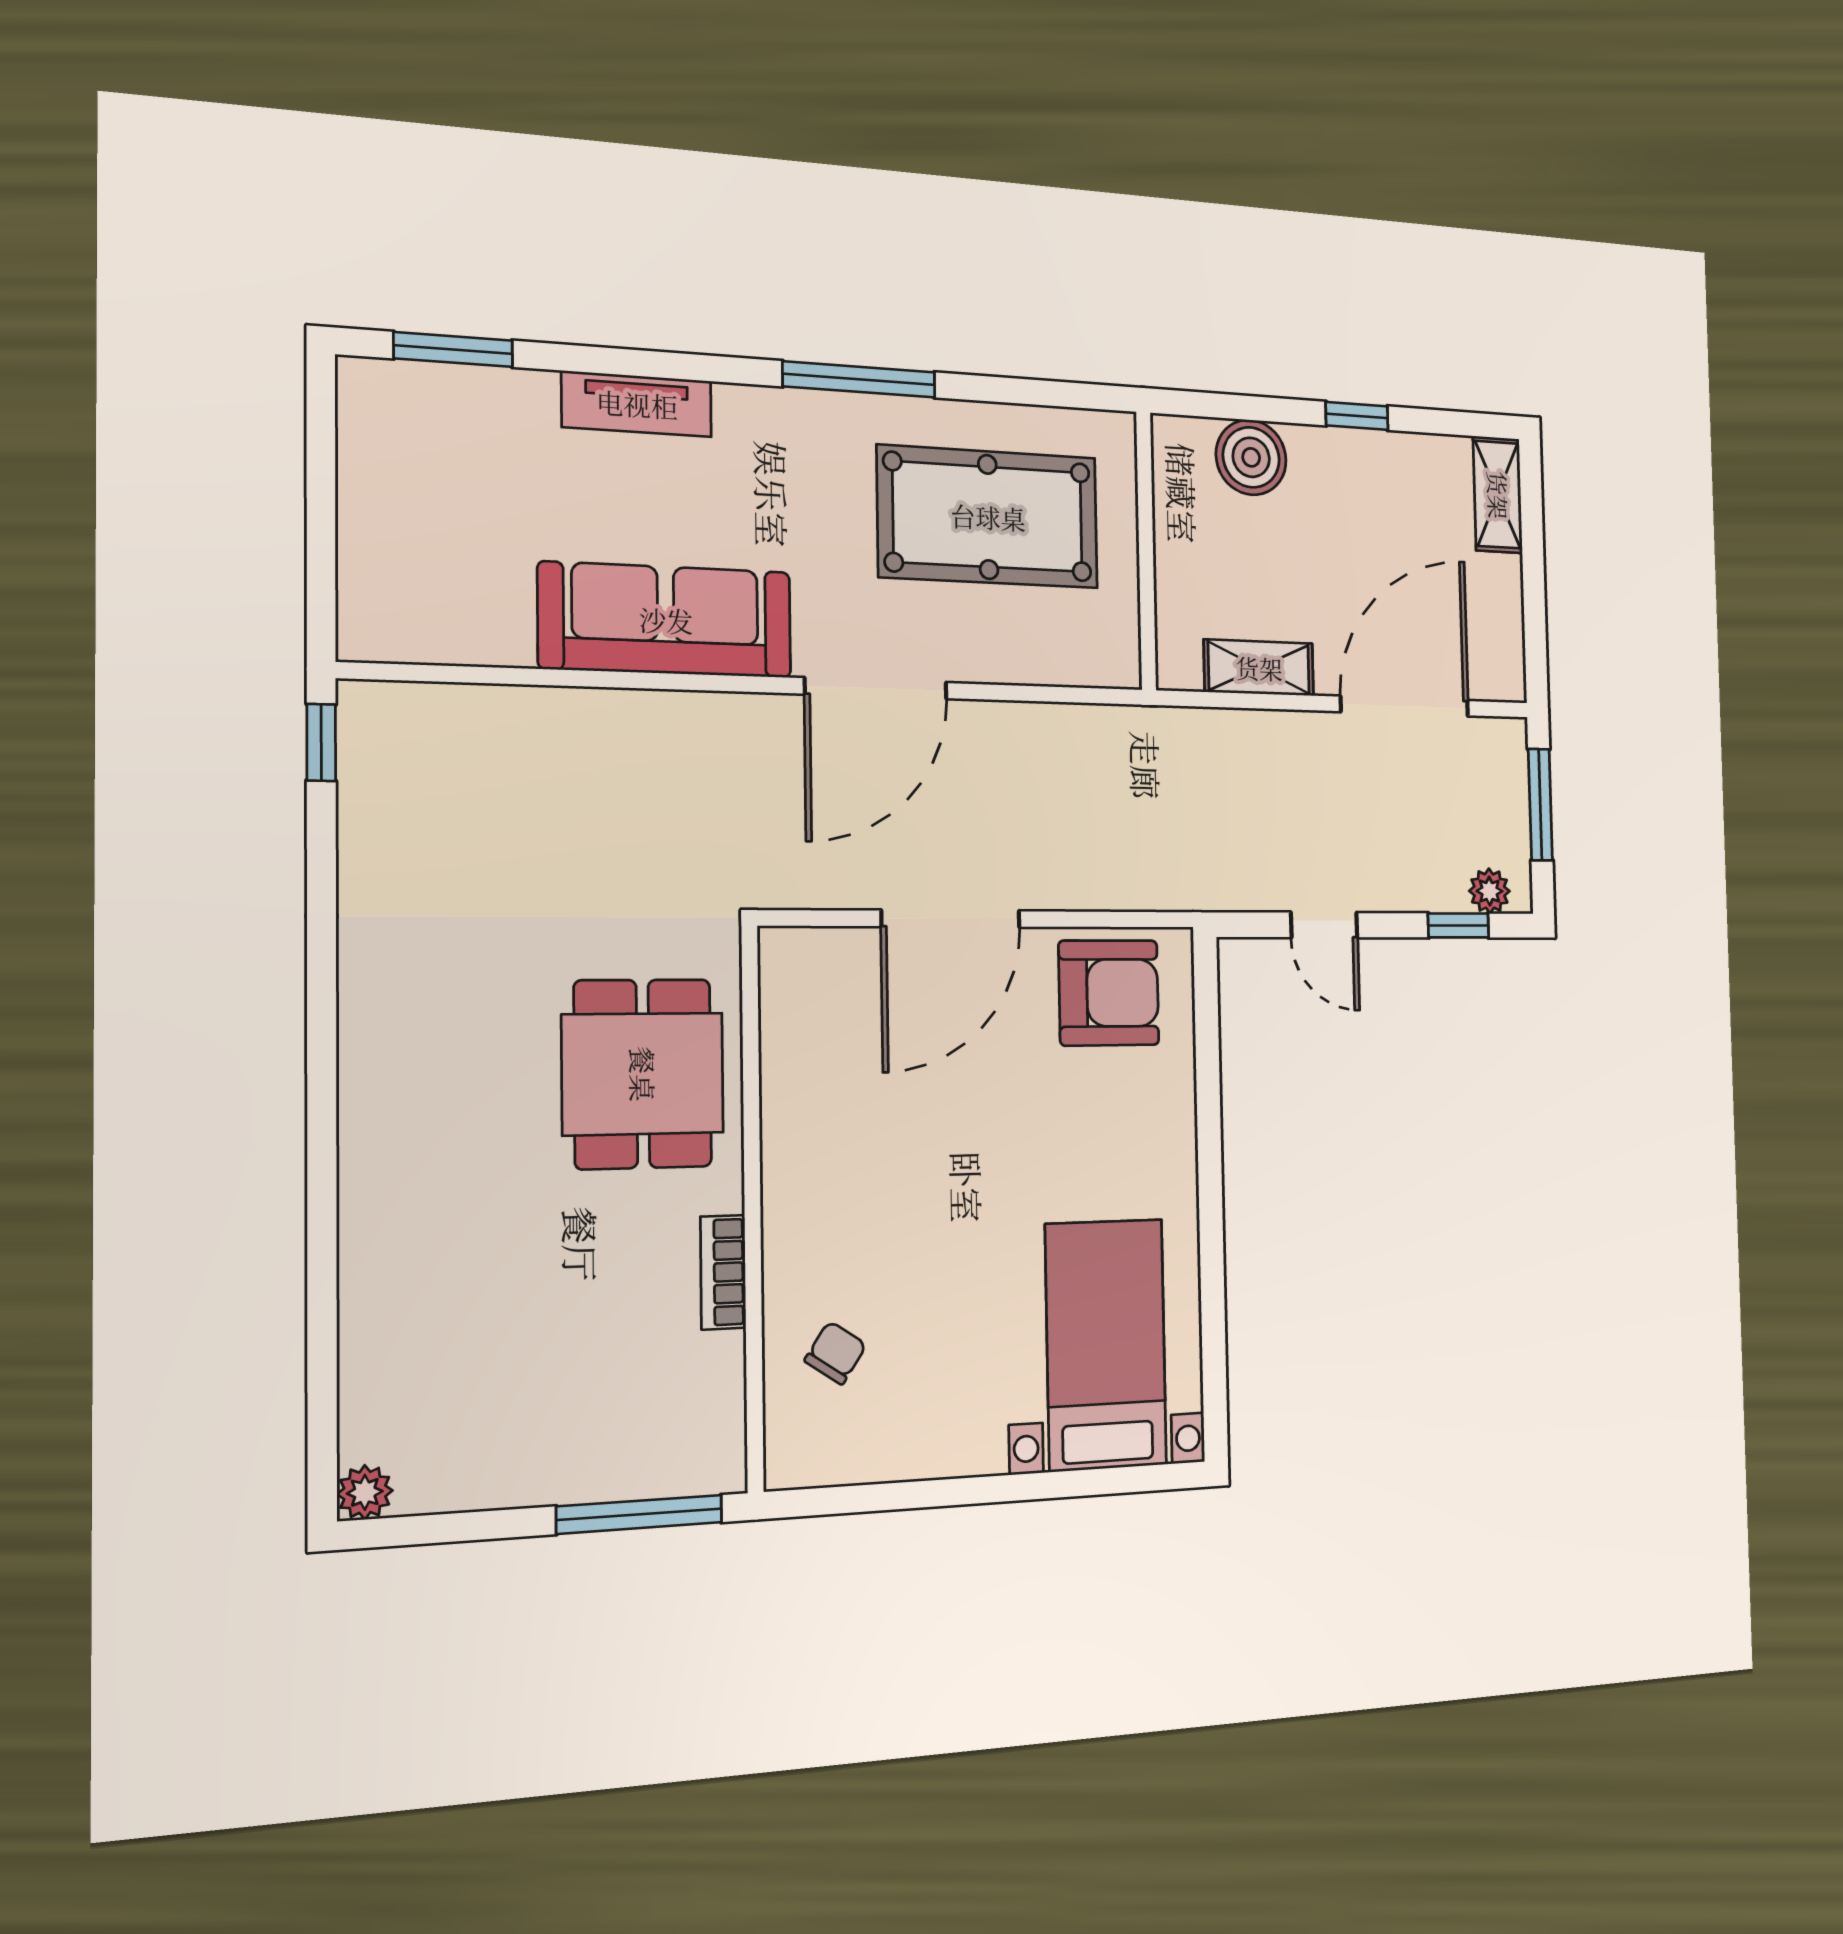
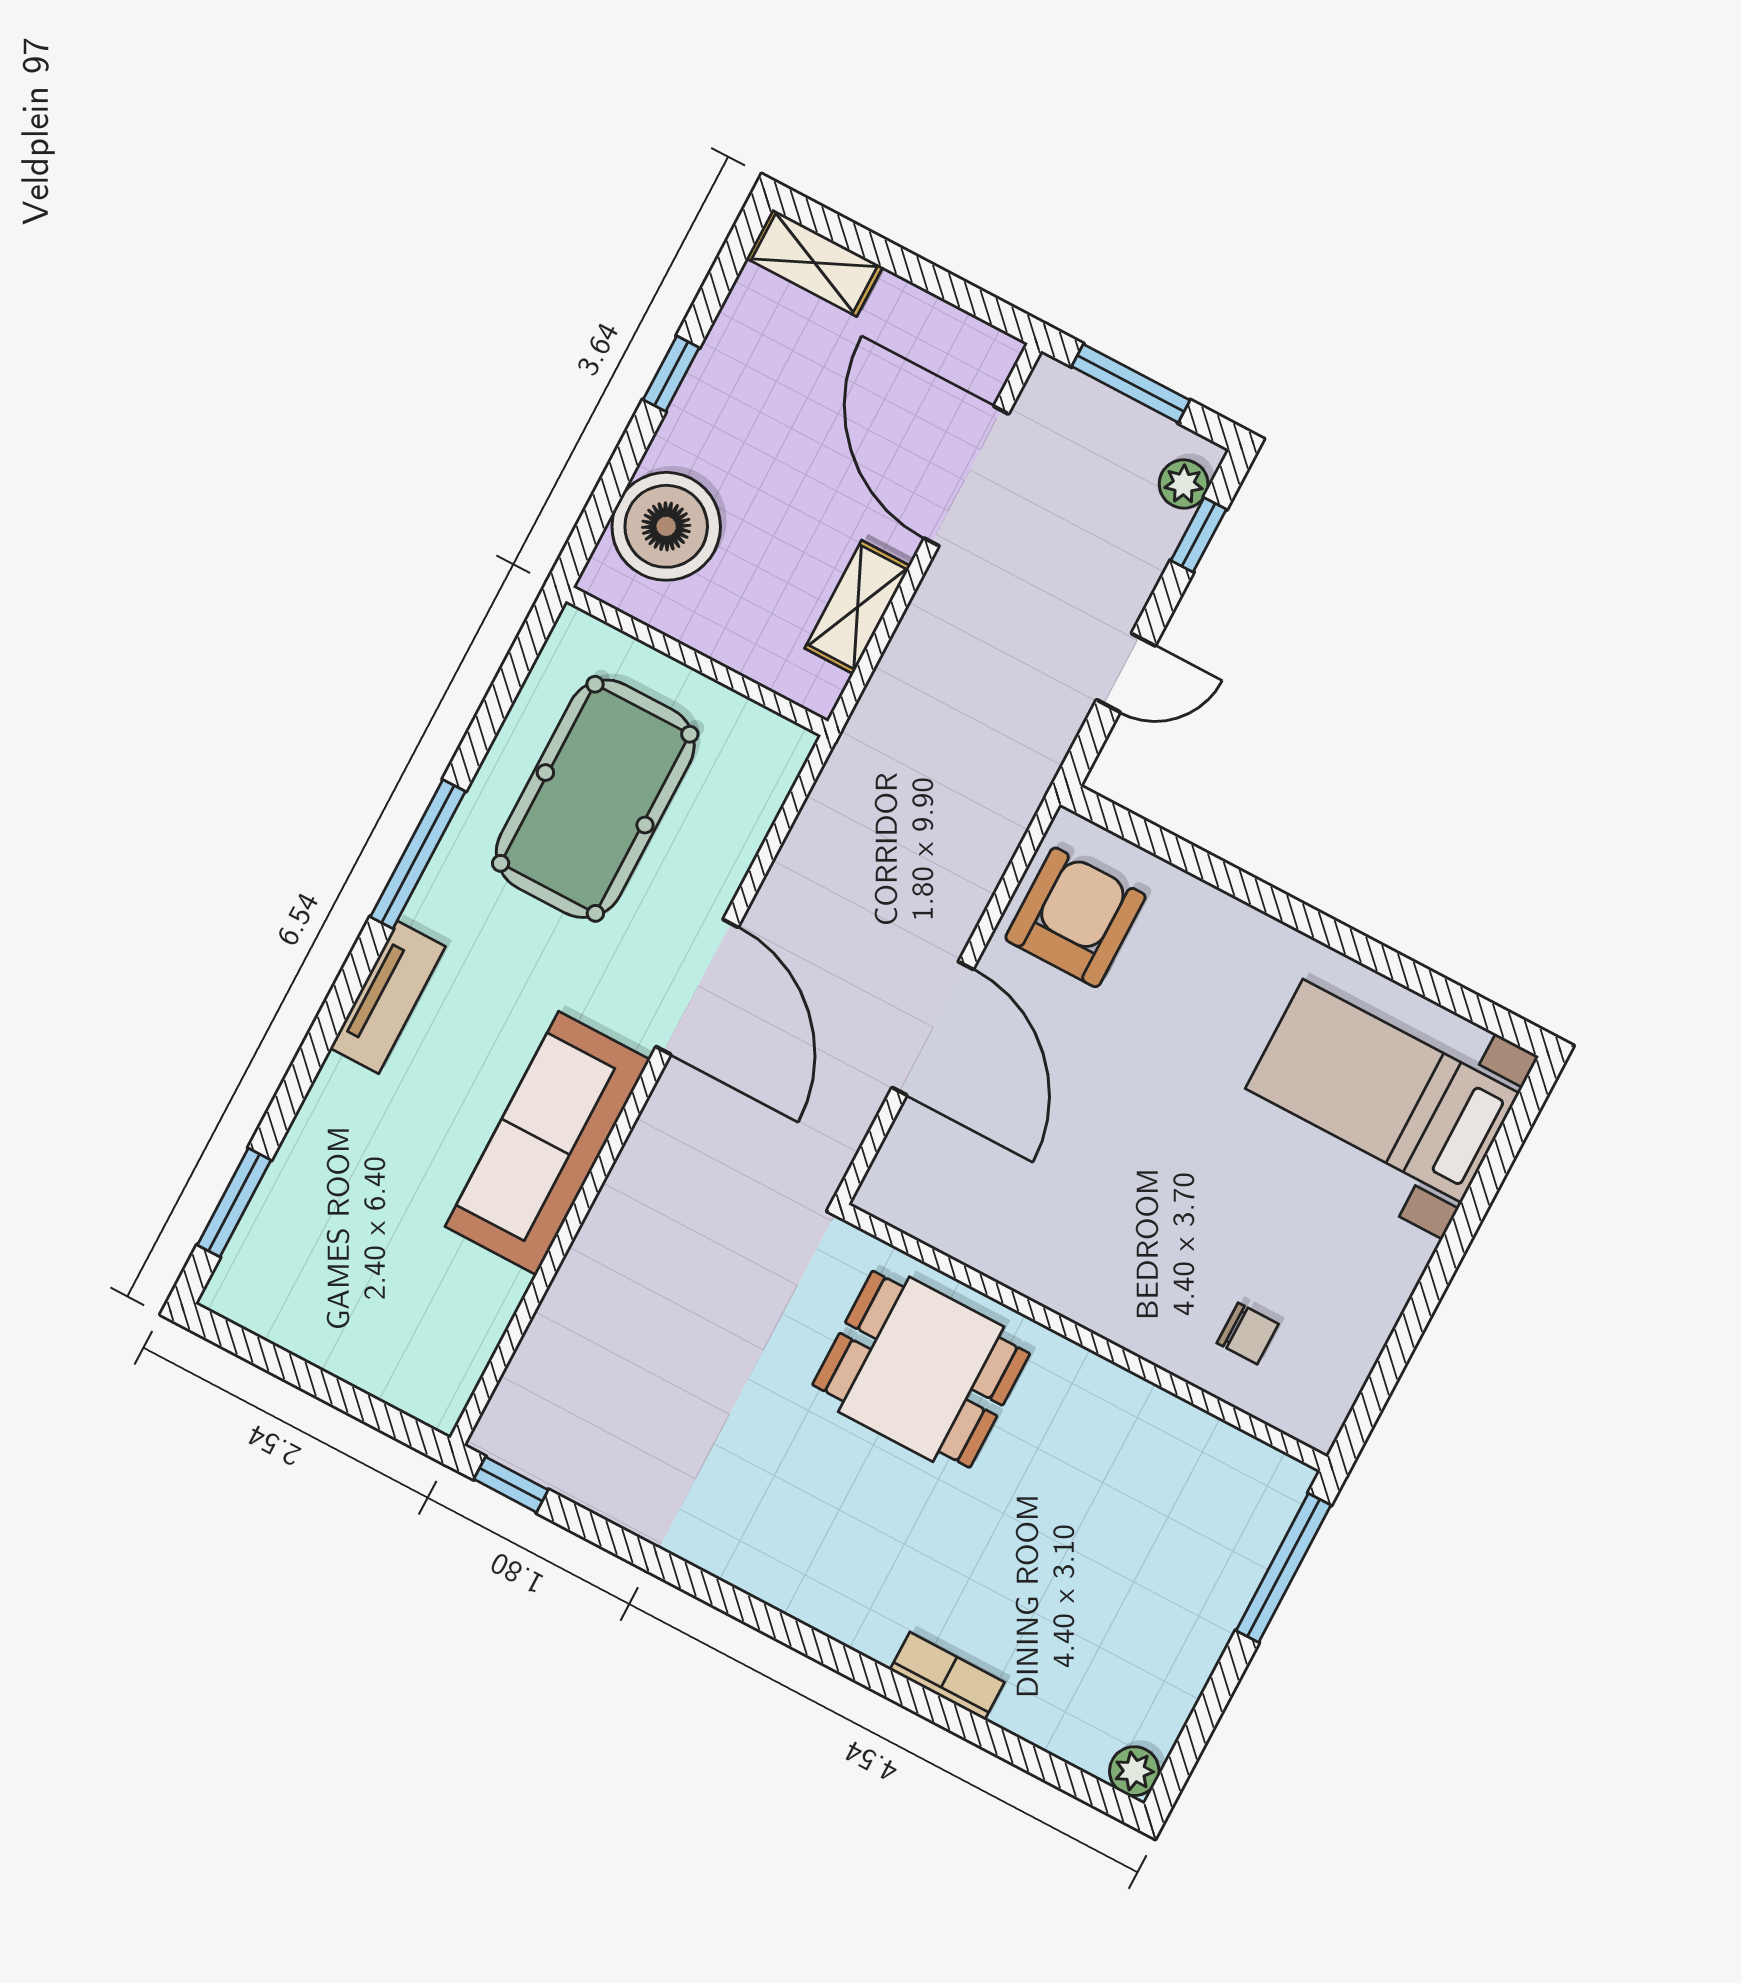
tv unit: (637, 404) -> (388, 997), moved
boiler: (1251, 457) -> (666, 526), width x1.37, depth x1.37
bookcase: (723, 1272) -> (947, 1676), moved, turned 180
chair: (836, 1353) -> (1248, 1333), turned 146

